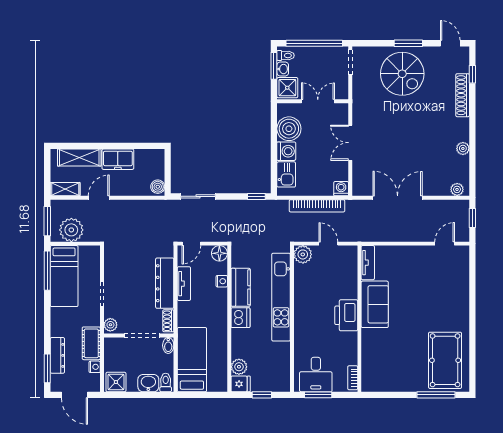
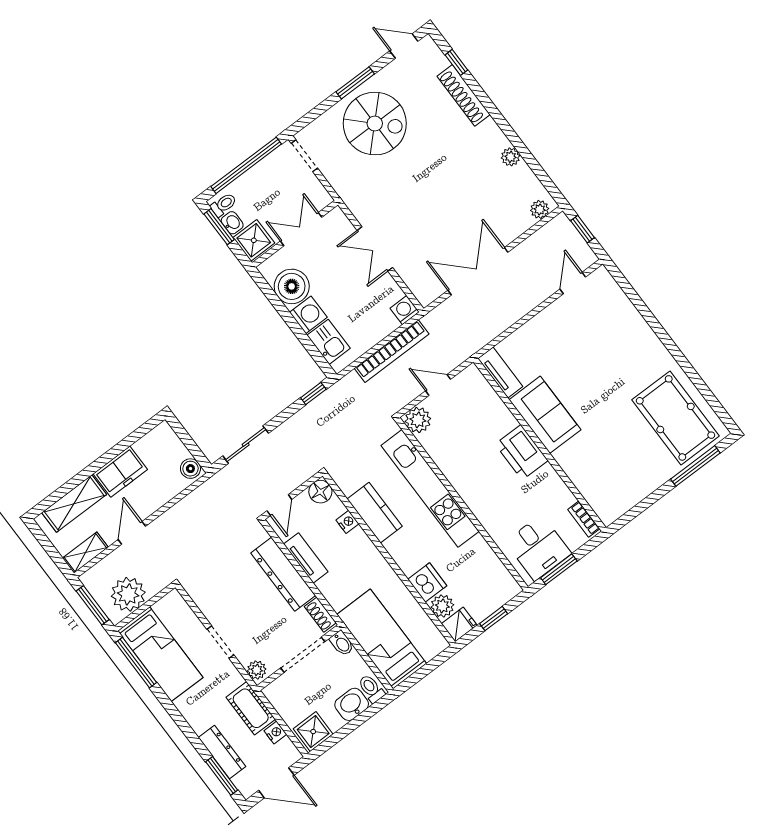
dishwasher: (240, 318) -> (427, 583), moved

